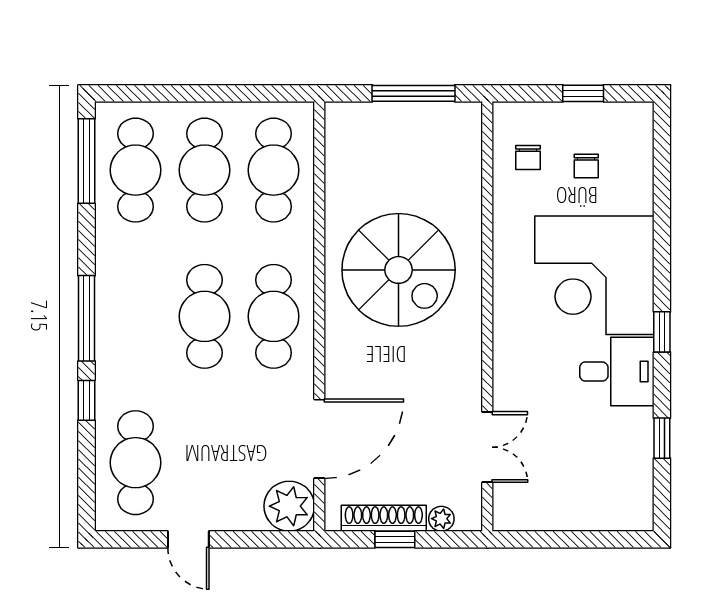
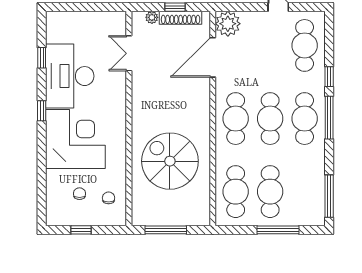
window: (189, 93) -> (278, 230), added
cafe table: (135, 170) -> (305, 119), moved
spiral stairs: (399, 270) -> (170, 161), moved
desk: (617, 372) -> (70, 76), width x1.87, depth x1.30

